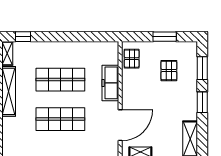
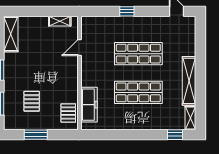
freezer: (110, 83) -> (89, 105), moved
door: (120, 125) -> (79, 48), width x0.53

